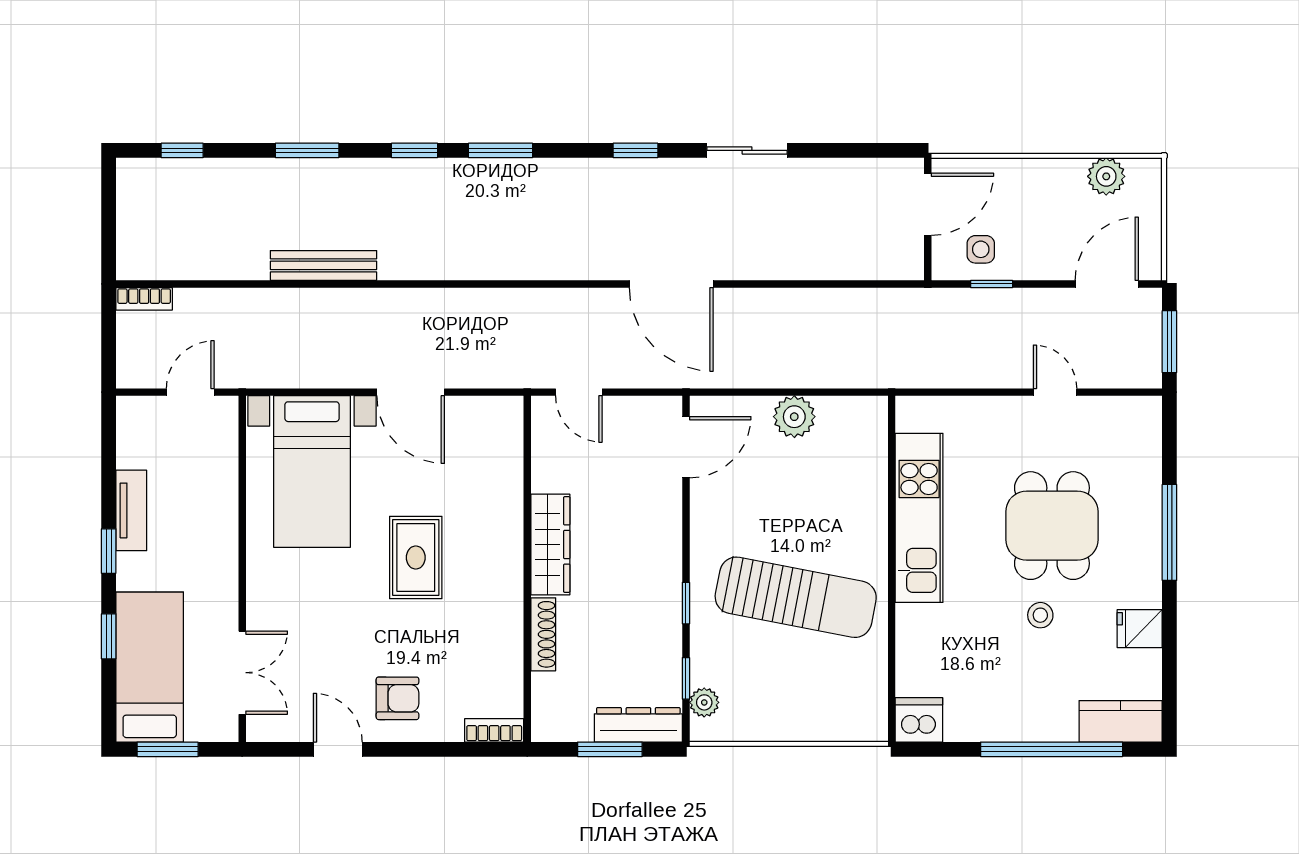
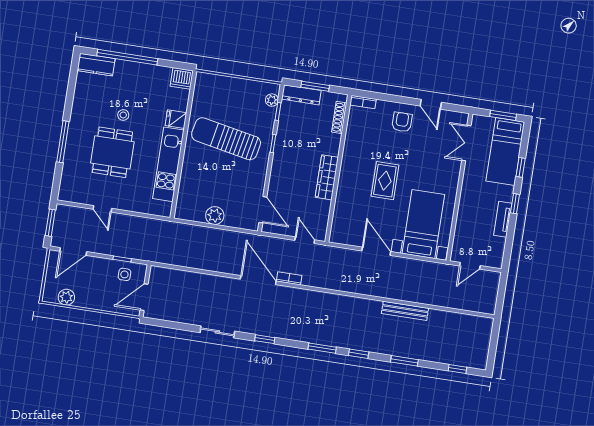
bookcase: (144, 299) -> (289, 278), moved
door: (686, 447) -> (263, 210), swing flipped
fridge: (1140, 629) -> (176, 119), moved, turned 180
shoe rack: (543, 634) -> (339, 117), moved
armchair: (397, 698) -> (402, 122), turned 90

